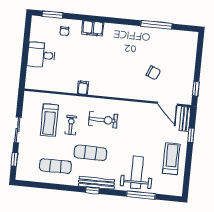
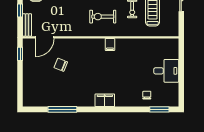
filing cabinet: (93, 28) -> (105, 100), moved
filing cabinet: (83, 88) -> (110, 44), moved
door: (167, 104) -> (45, 37), swing flipped

